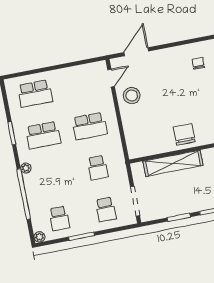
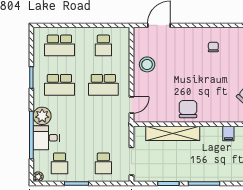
door: (111, 78) -> (131, 105), moved
plant: (26, 168) -> (42, 116), width x1.87, depth x1.87
school desk: (98, 168) -> (103, 45), moved
desk: (40, 194) -> (46, 138), added

